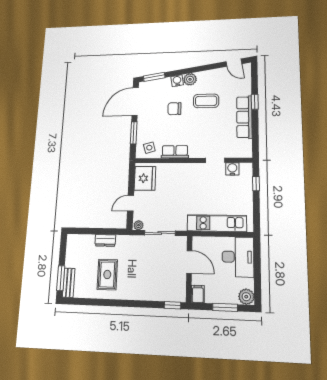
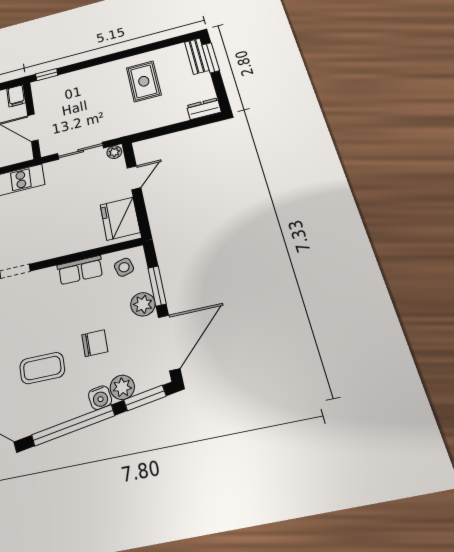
window: (194, 70) -> (73, 425), added
plant: (190, 79) -> (122, 387), moved
plant: (144, 124) -> (143, 304), added
dresser: (105, 240) -> (204, 109), moved

